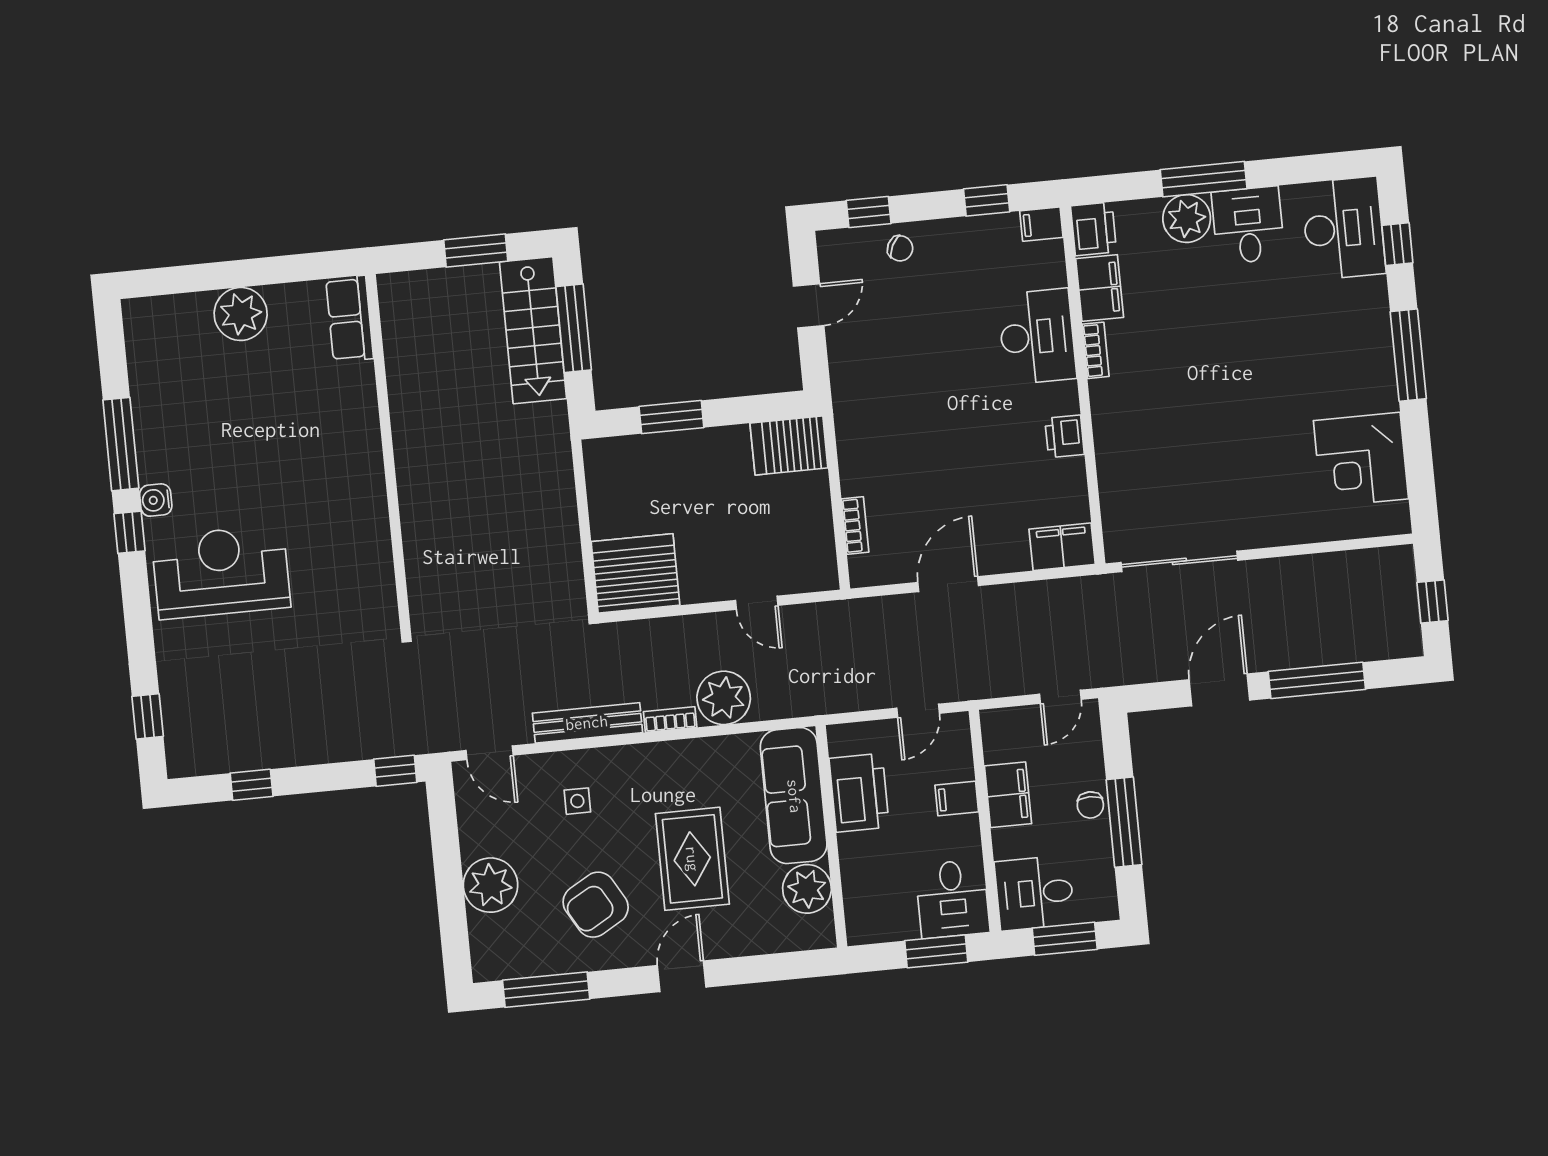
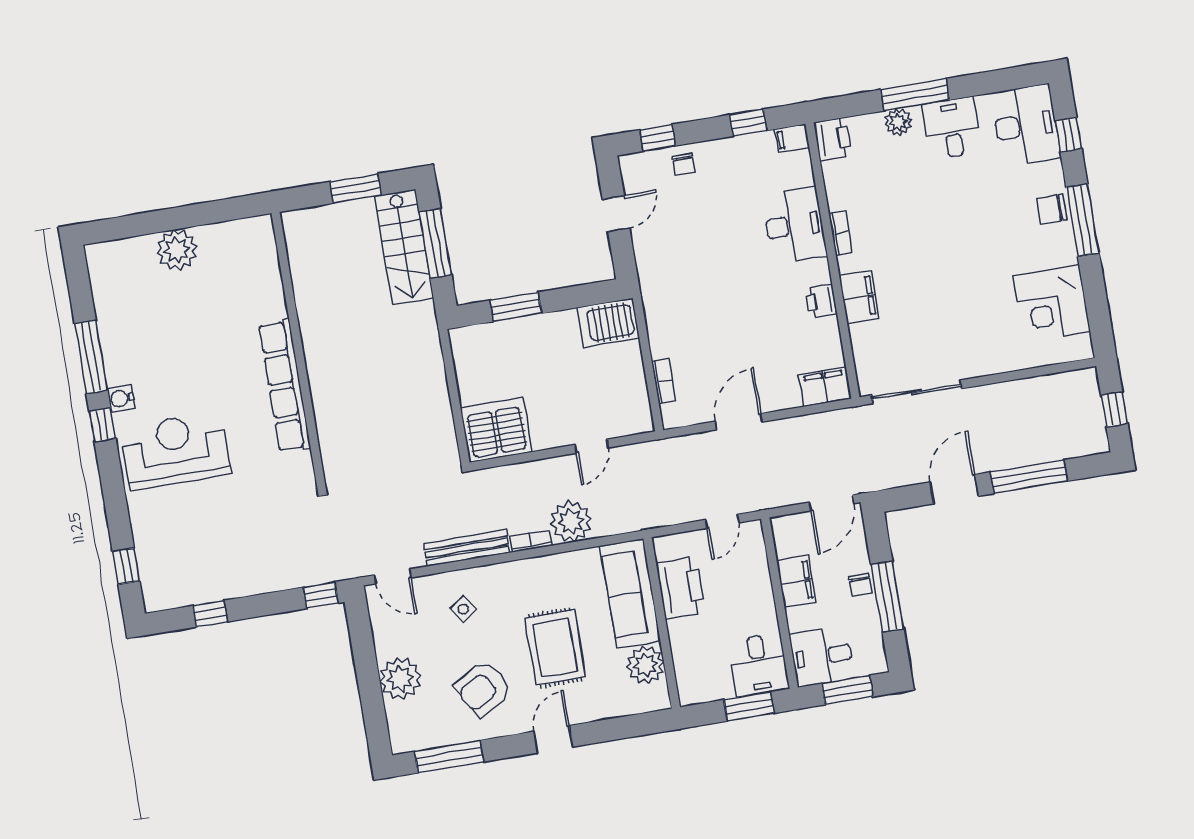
plant: (1187, 219) -> (898, 122), width x0.73, depth x0.73
chair: (900, 248) -> (684, 164), turned 63
filing cabinet: (1100, 288) -> (859, 297), moved
row of seats: (350, 319) -> (285, 386), moved, width x2.02
chair: (1369, 338) -> (1052, 209), added
door: (757, 603) -> (592, 446), hinge flipped
door: (1060, 697) -> (832, 503), width x1.38
filing cabinet: (957, 799) -> (757, 587), removed
side table: (577, 801) -> (463, 609), turned -35

